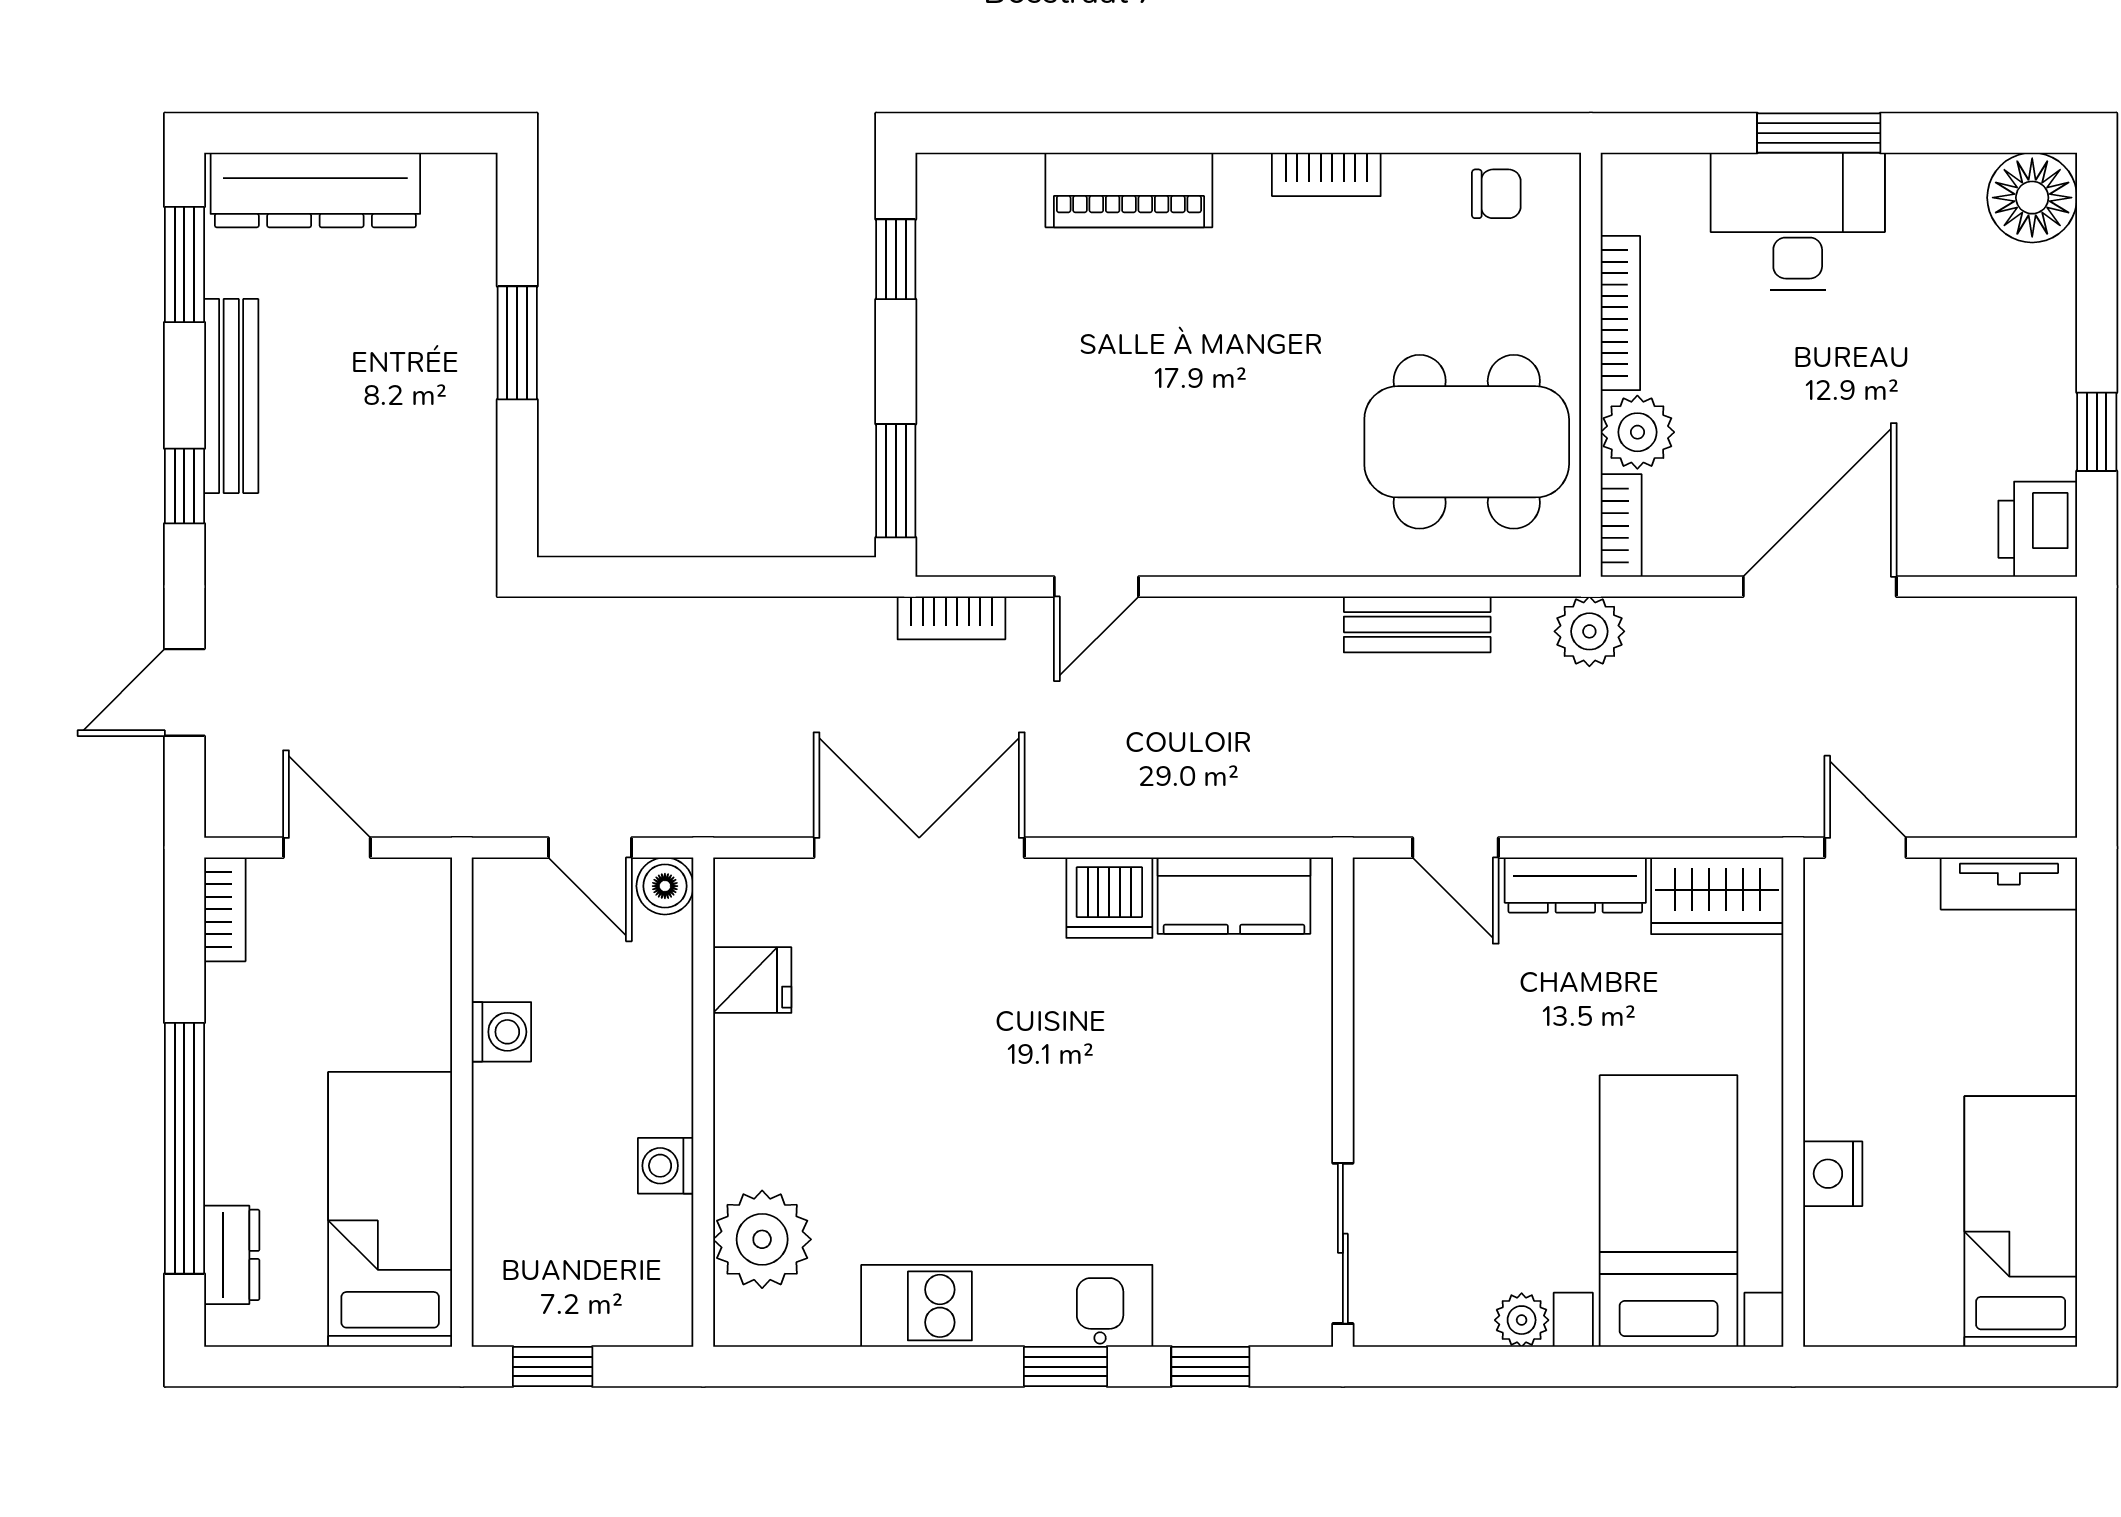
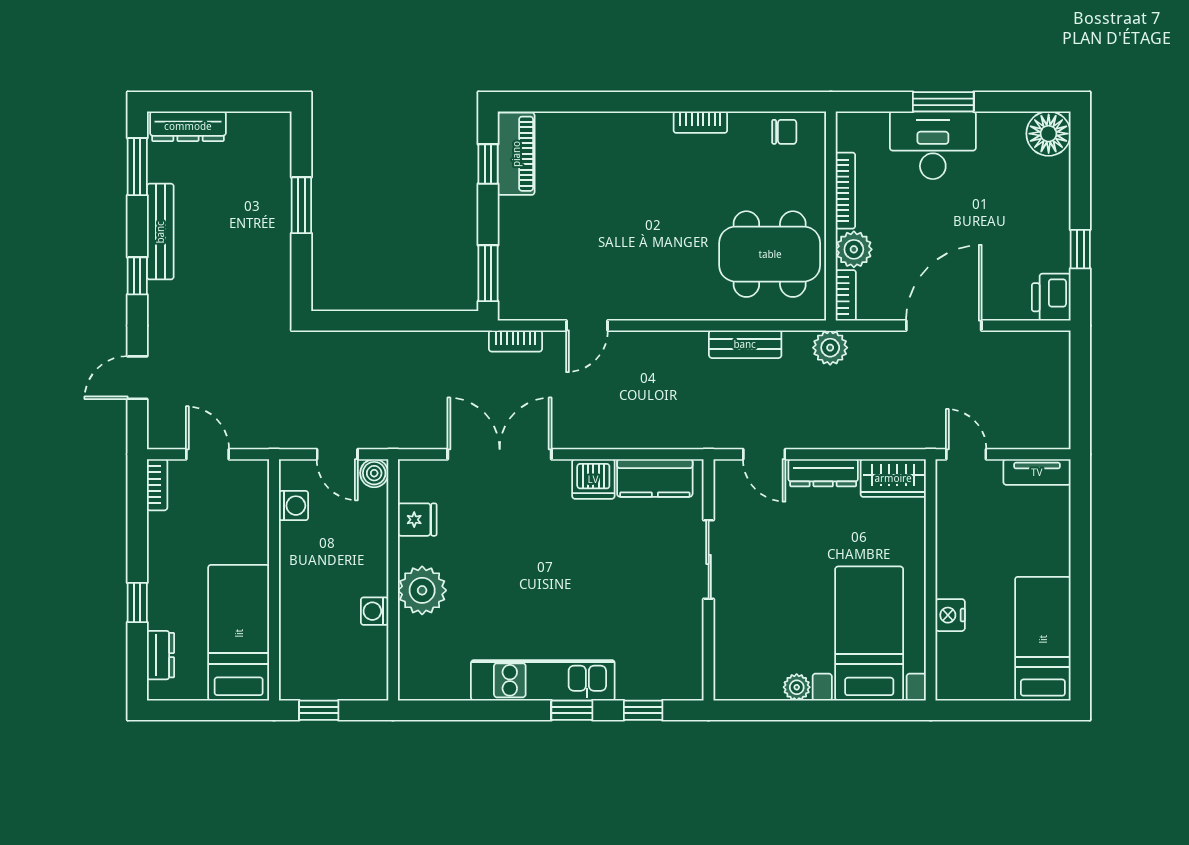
dresser: (315, 190) -> (188, 126), width x0.73, depth x0.80
piano: (1129, 190) -> (516, 154), moved, turned -90
washing machine: (501, 1032) -> (294, 506), moved
window: (184, 1148) -> (137, 603), width x0.32
plant: (762, 1239) -> (422, 590), moved
sliding door: (1343, 1243) -> (709, 560), moved

